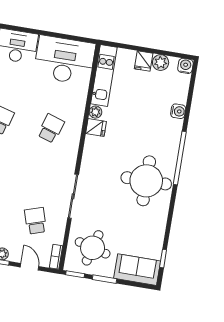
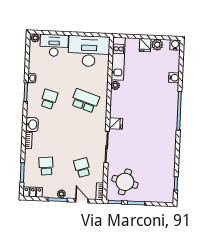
fridge: (96, 127) -> (116, 124), moved
school desk: (51, 128) -> (85, 101), width x1.85
round table: (146, 181) -> (157, 130), removed
sofa: (137, 270) -> (158, 193), removed

